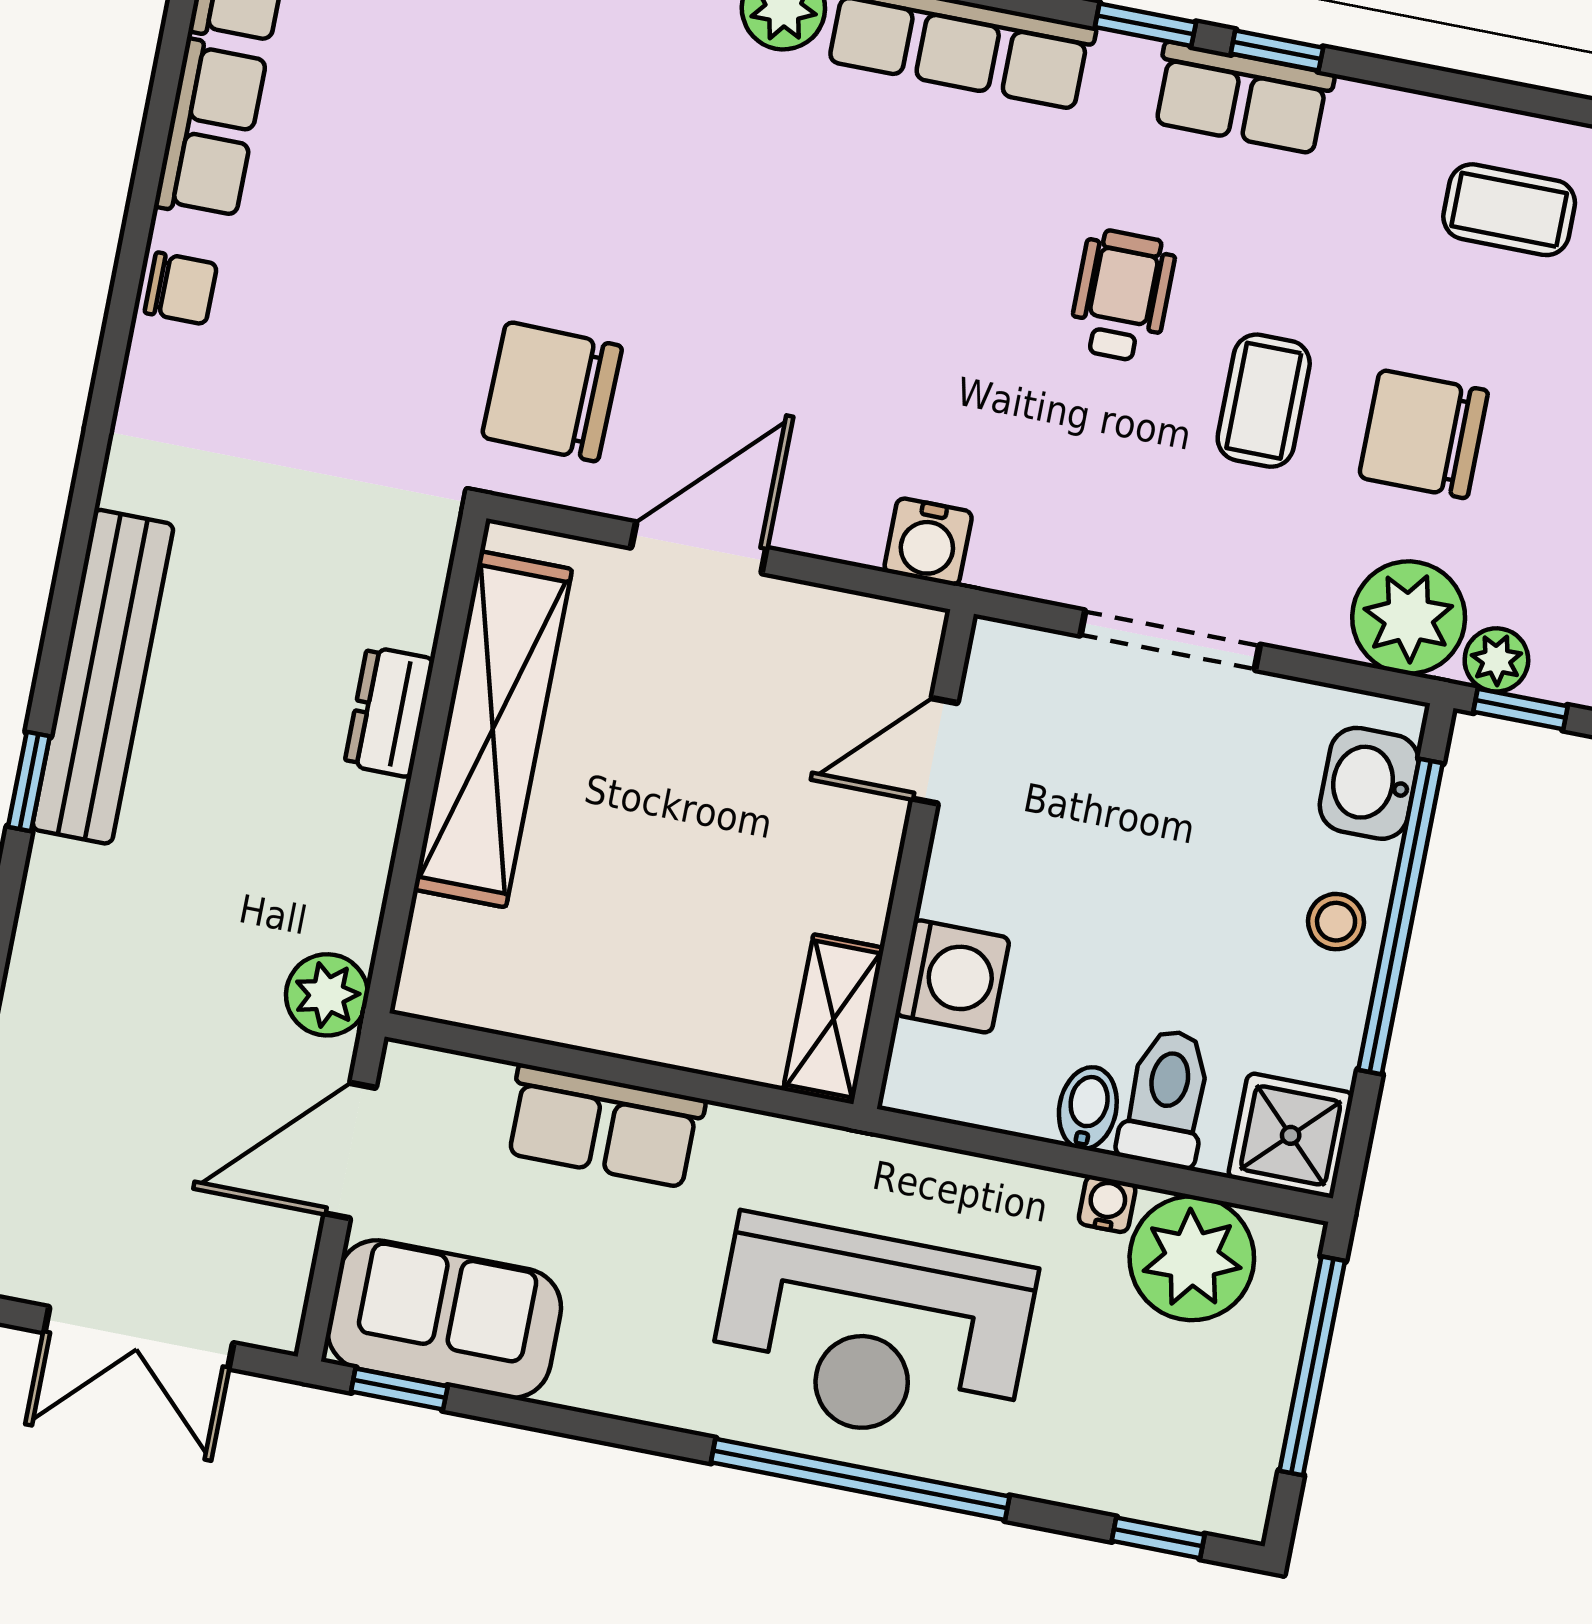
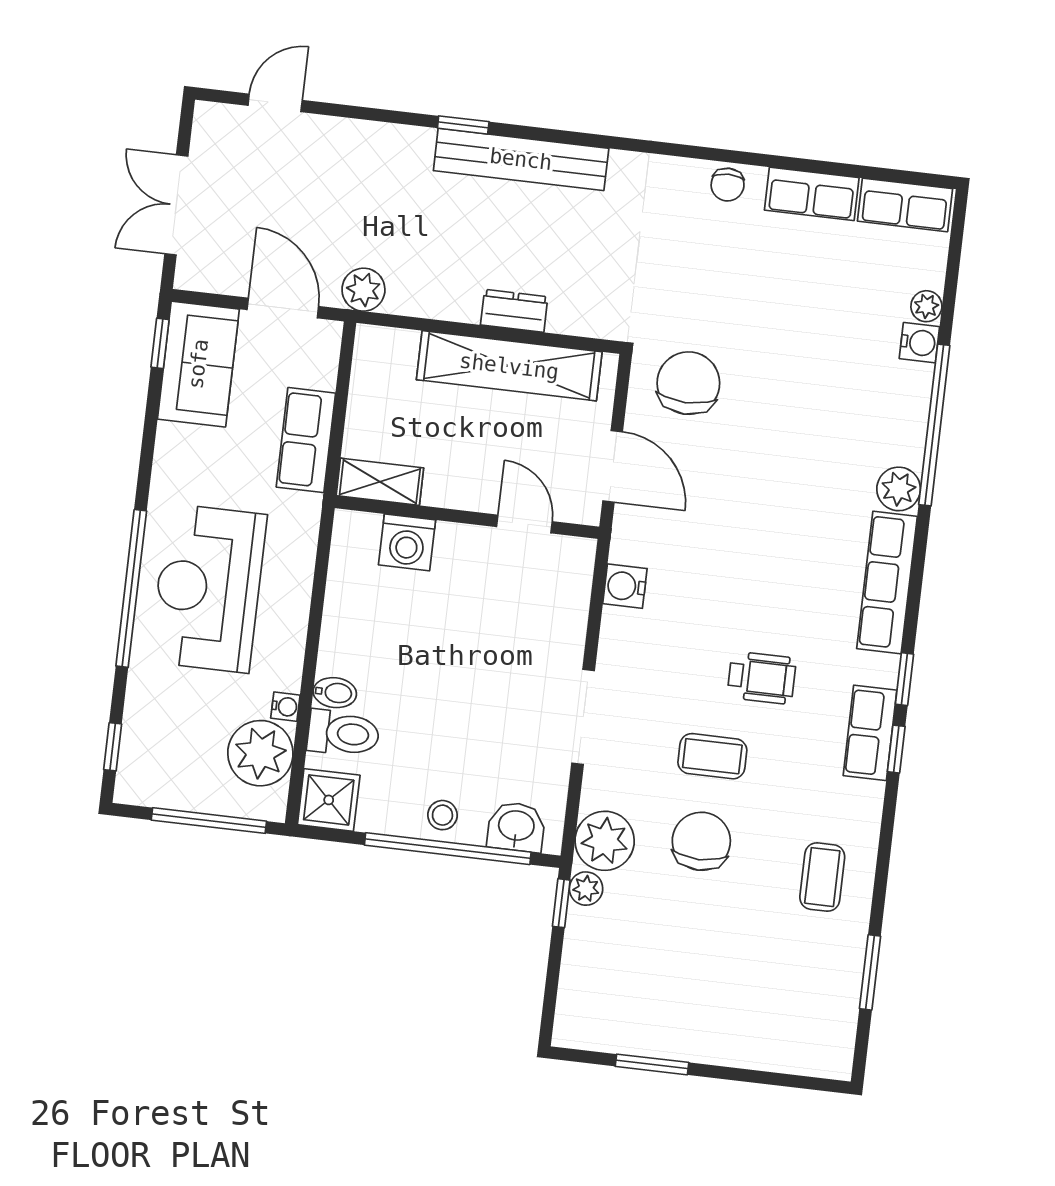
door: (935, 751) -> (524, 524), moved
wall: (914, 859) -> (467, 517), moved
washing machine: (953, 976) -> (407, 542), moved
shelving: (833, 1019) -> (380, 482), moved

